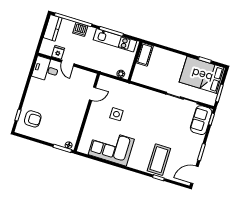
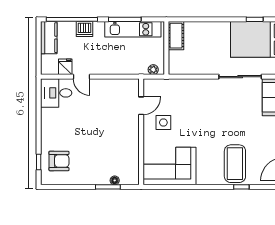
door: (93, 94) -> (141, 106), moved
wall: (87, 112) -> (141, 132), moved

